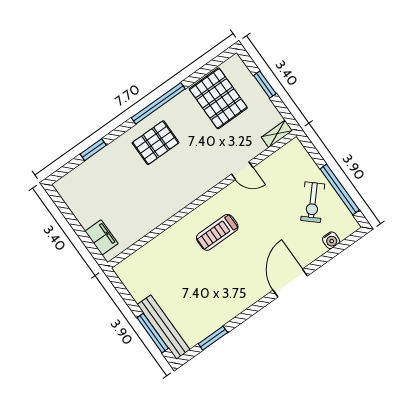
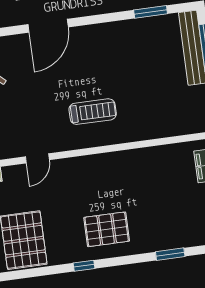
window: (158, 103) -> (84, 266), width x0.32
door: (242, 171) -> (37, 158), swing flipped

